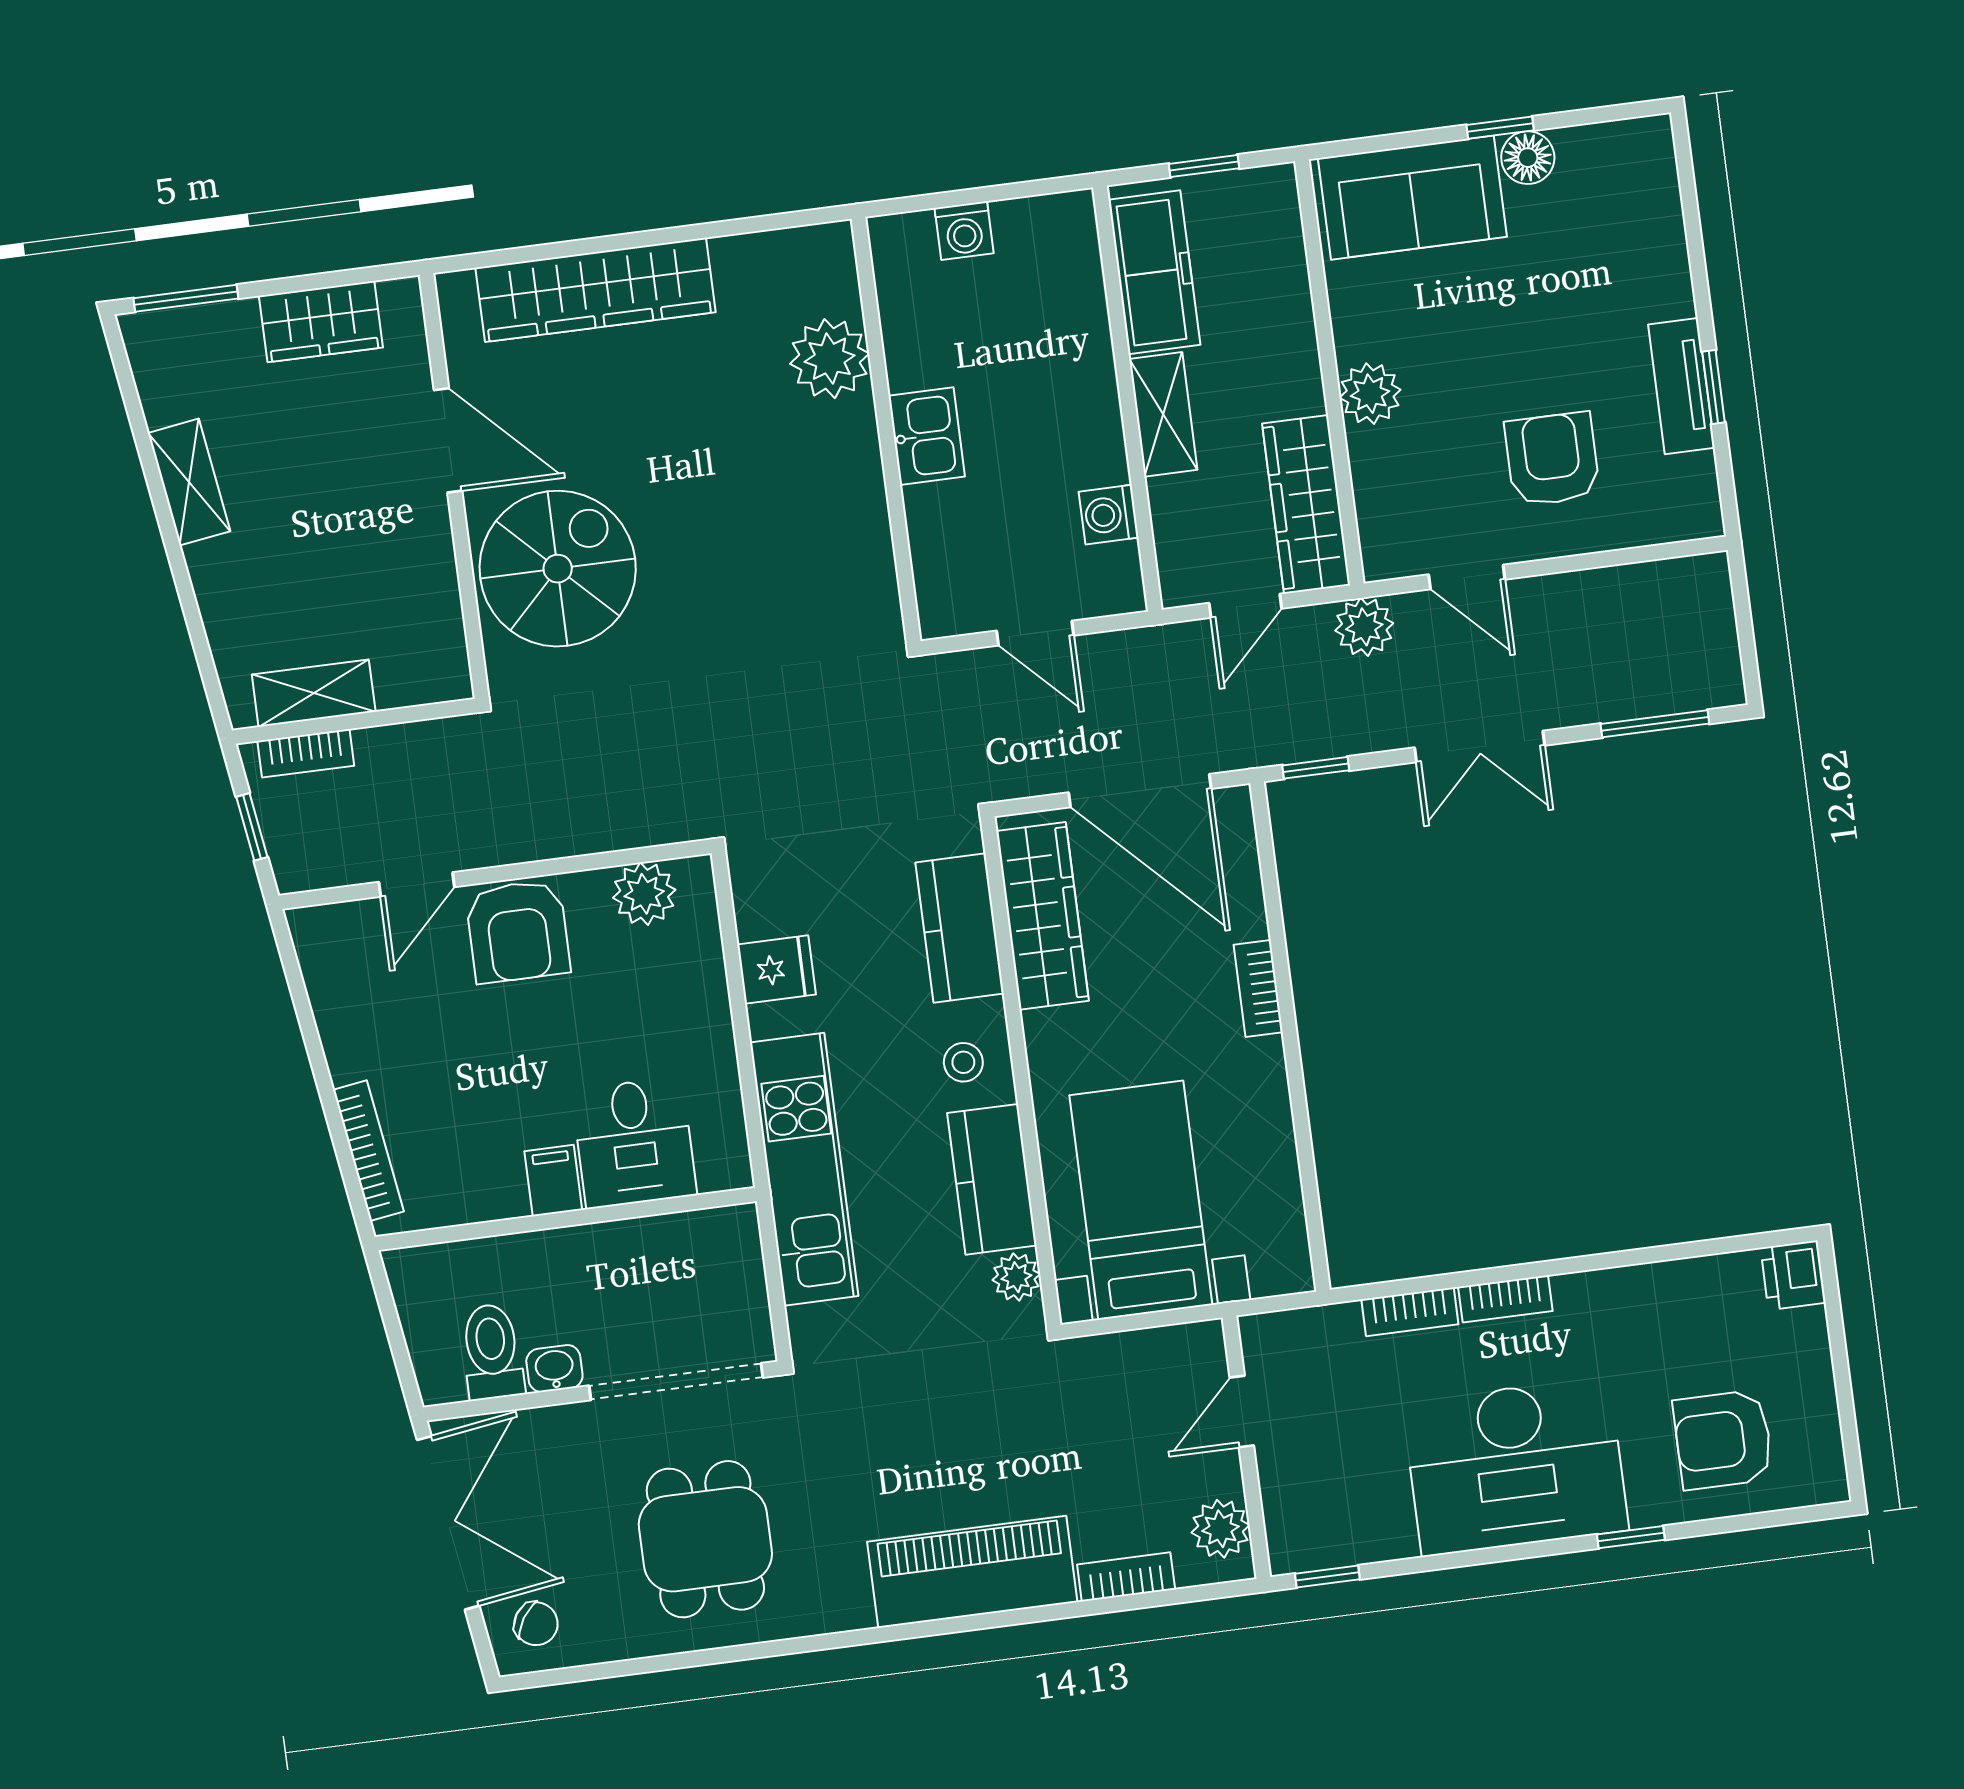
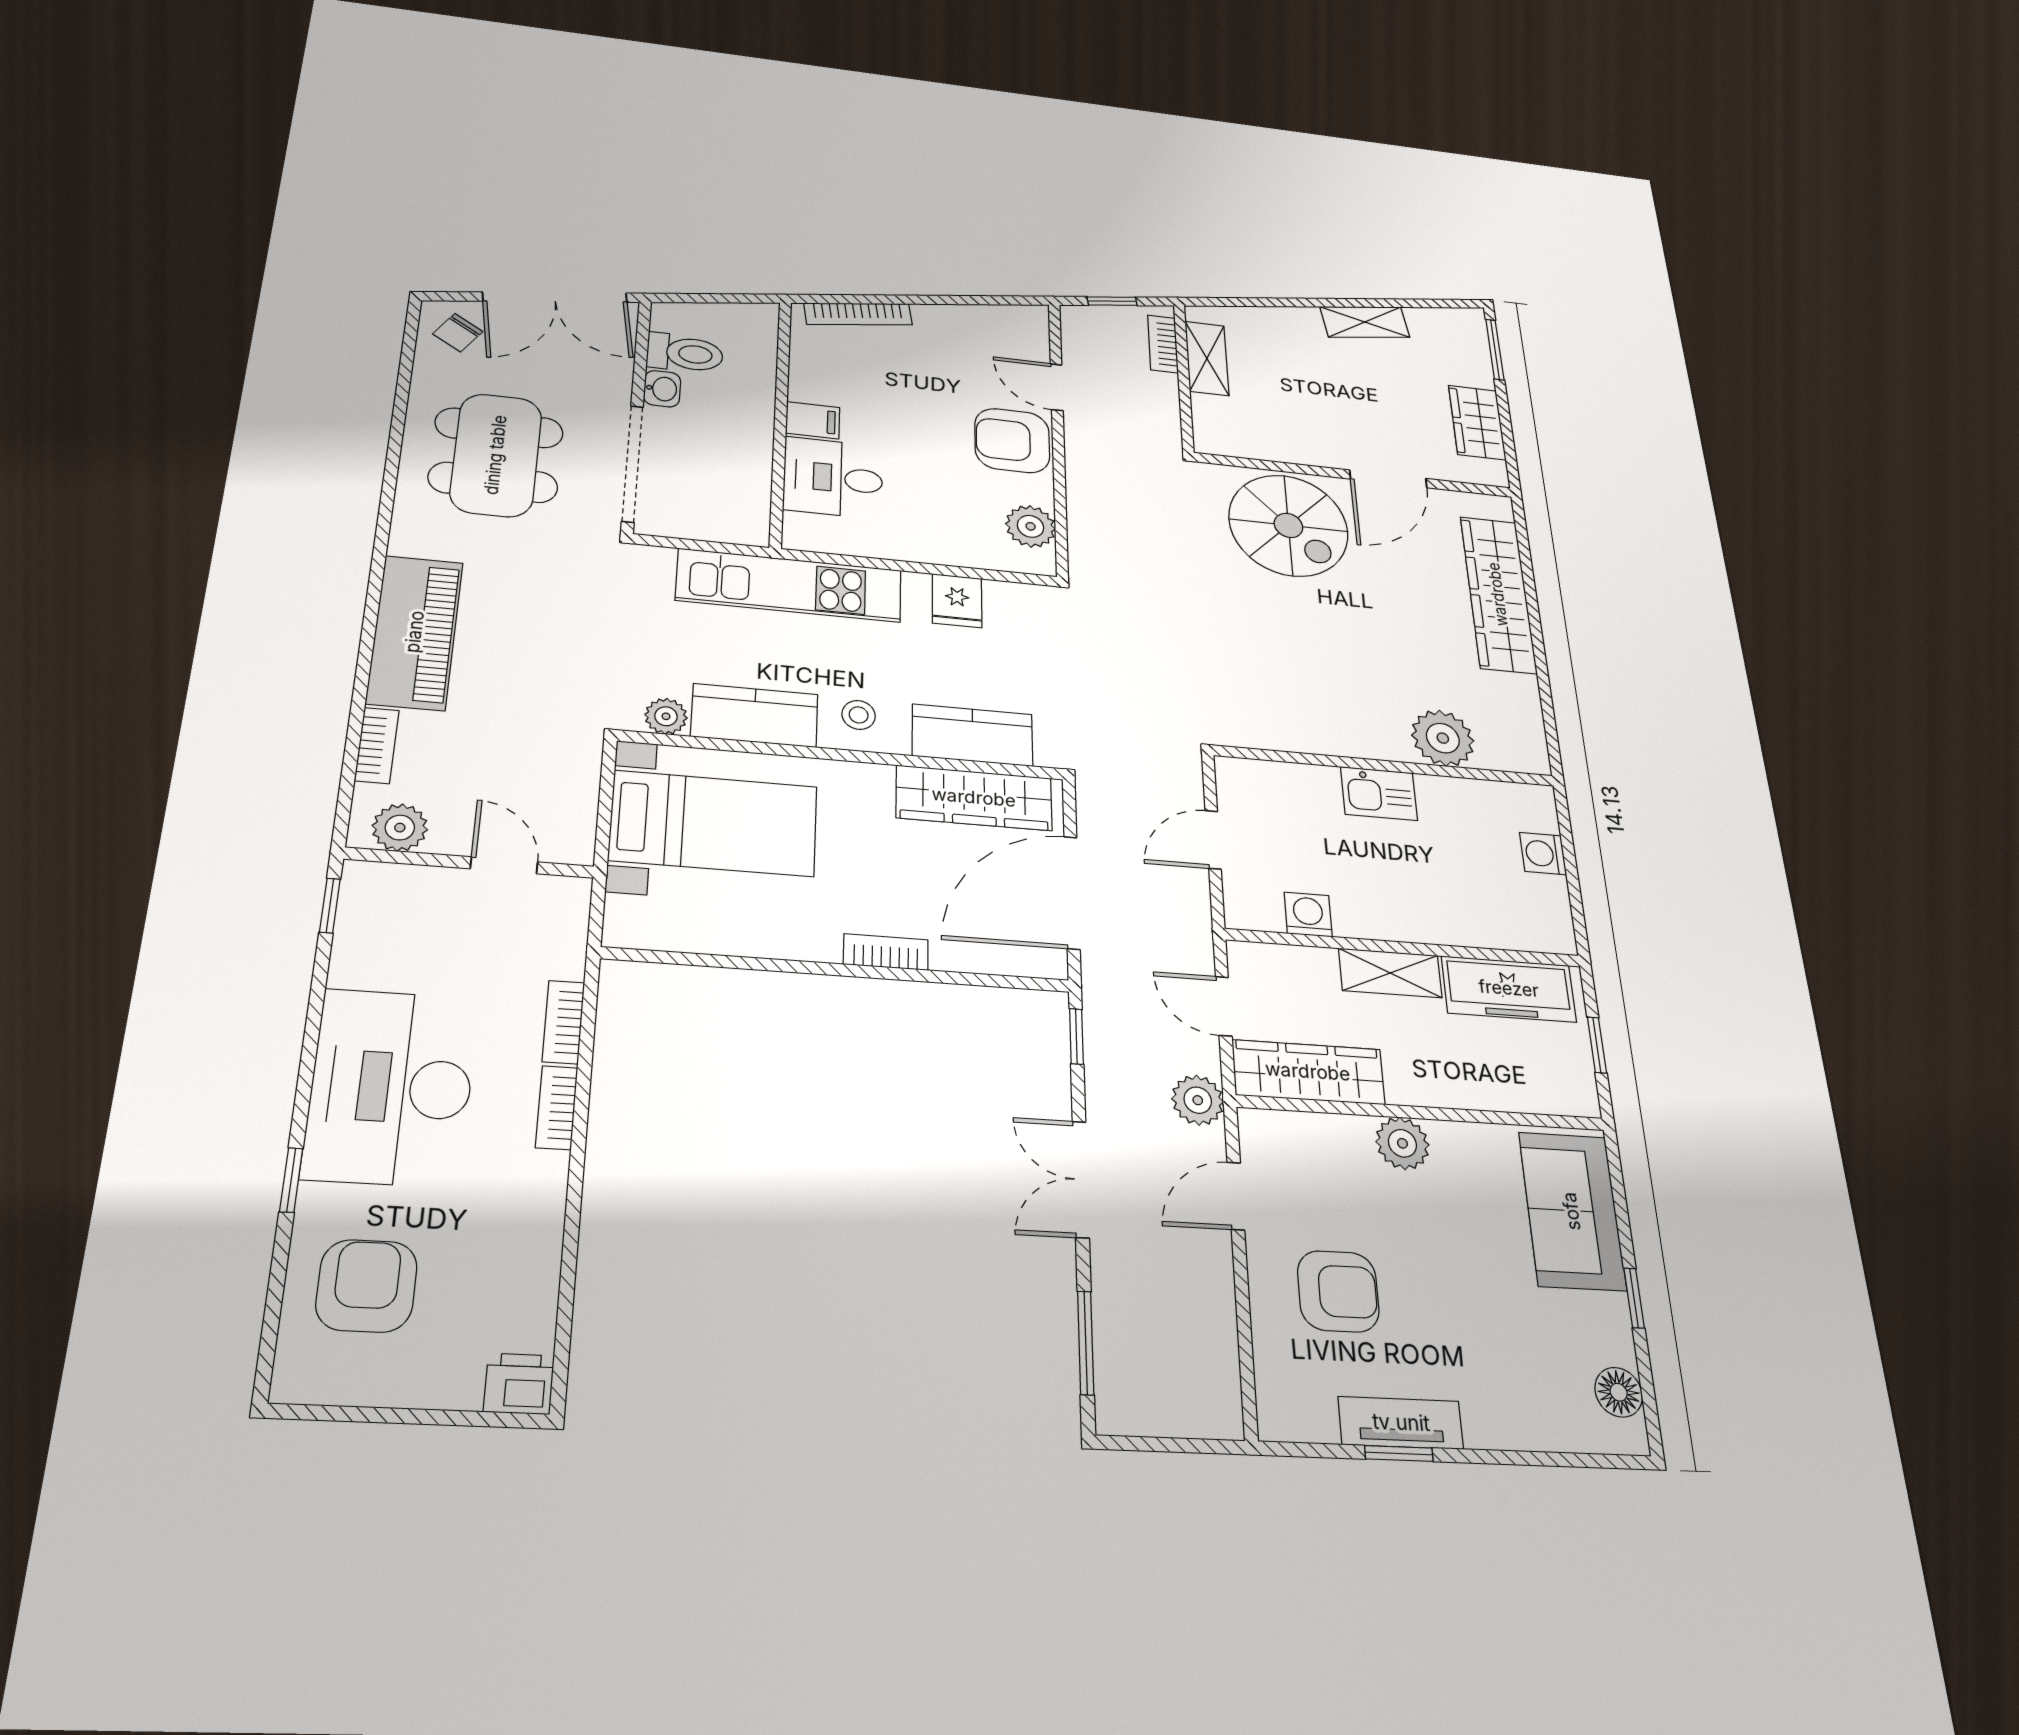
floor lamp: (1528, 158) -> (1619, 1392), moved
dining table: (705, 1539) -> (496, 455), width x1.38

